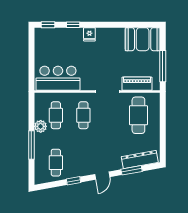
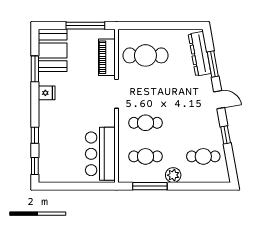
window: (127, 25) -> (35, 69), added
fridge: (89, 34) -> (47, 93), moved
plant: (41, 126) -> (173, 175), moved
window: (31, 145) -> (150, 186), moved

